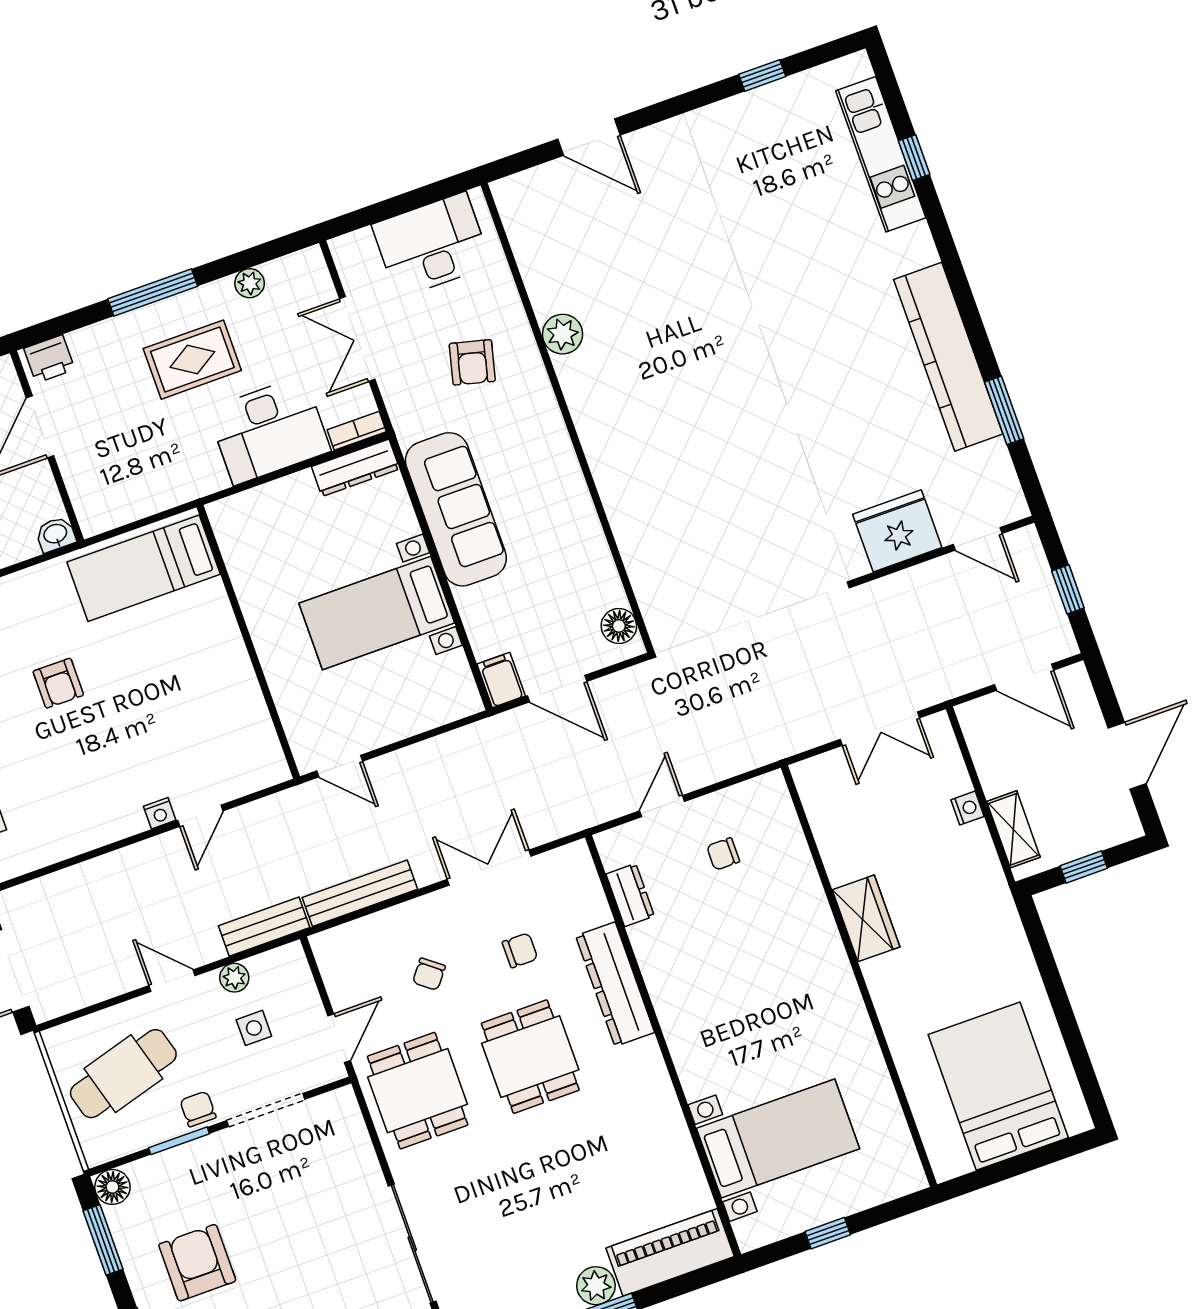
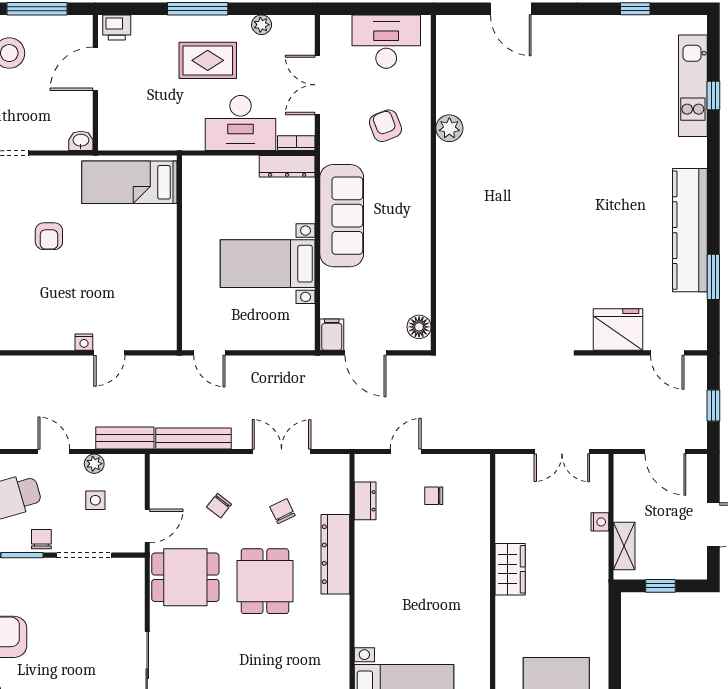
armchair: (472, 362) -> (385, 126), turned 145
chair: (520, 950) -> (282, 511), turned -116
dining table: (418, 1091) -> (185, 577), turned 90

